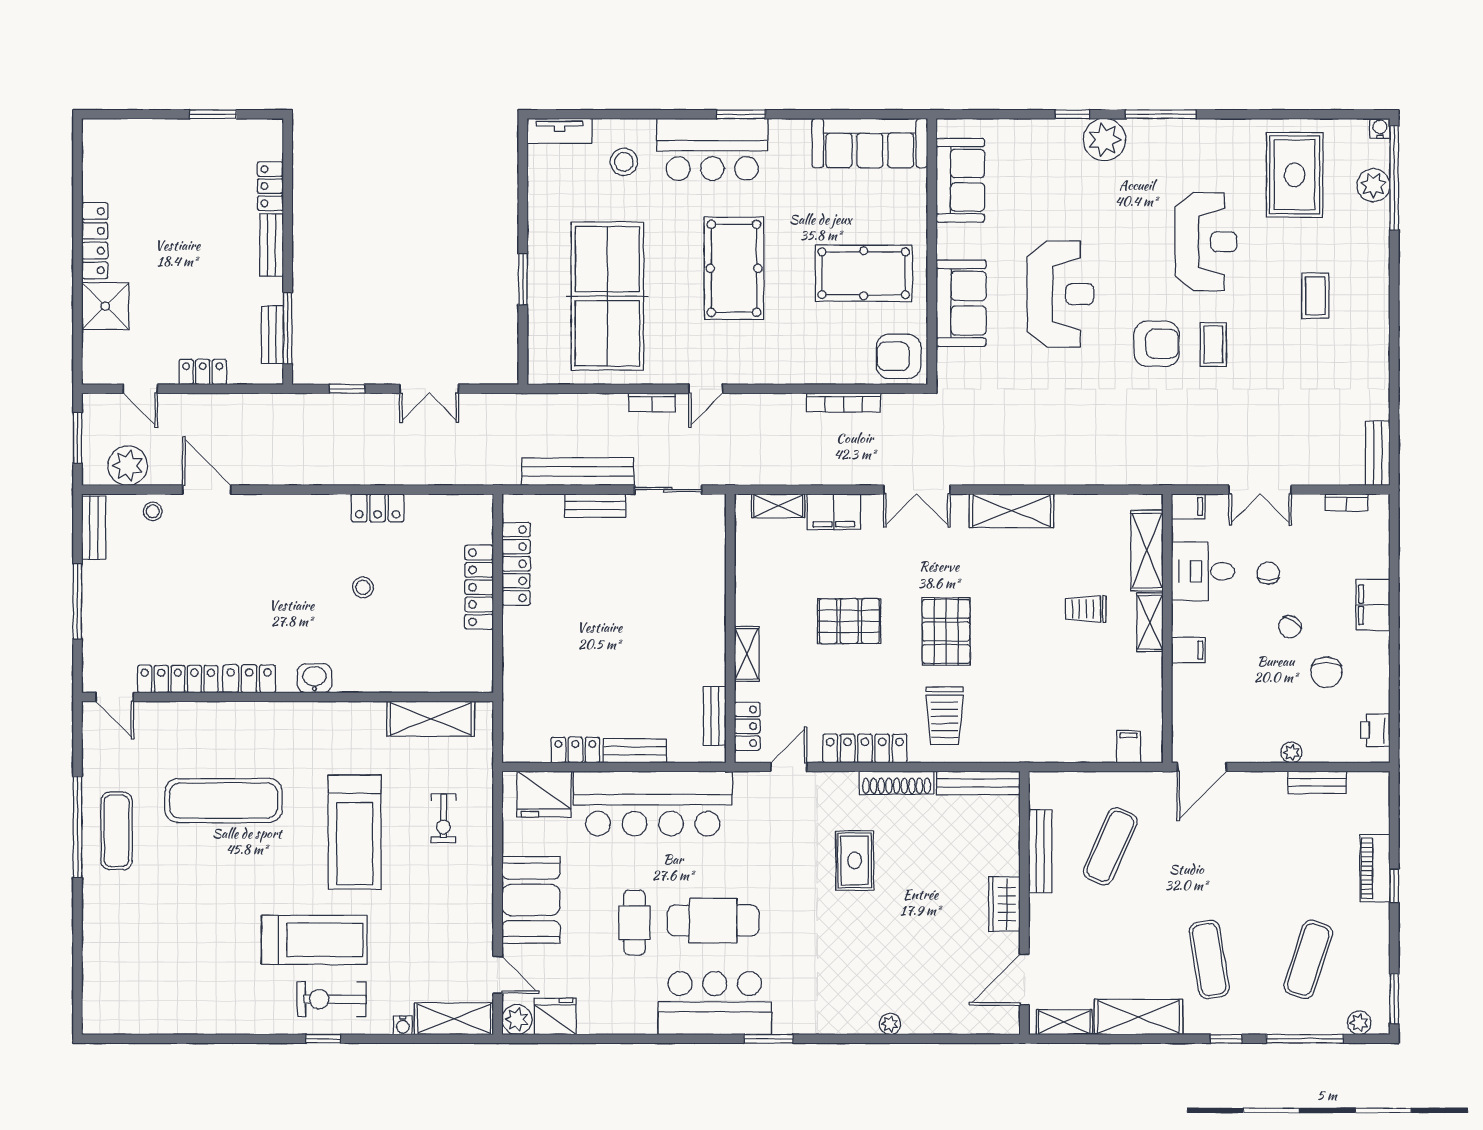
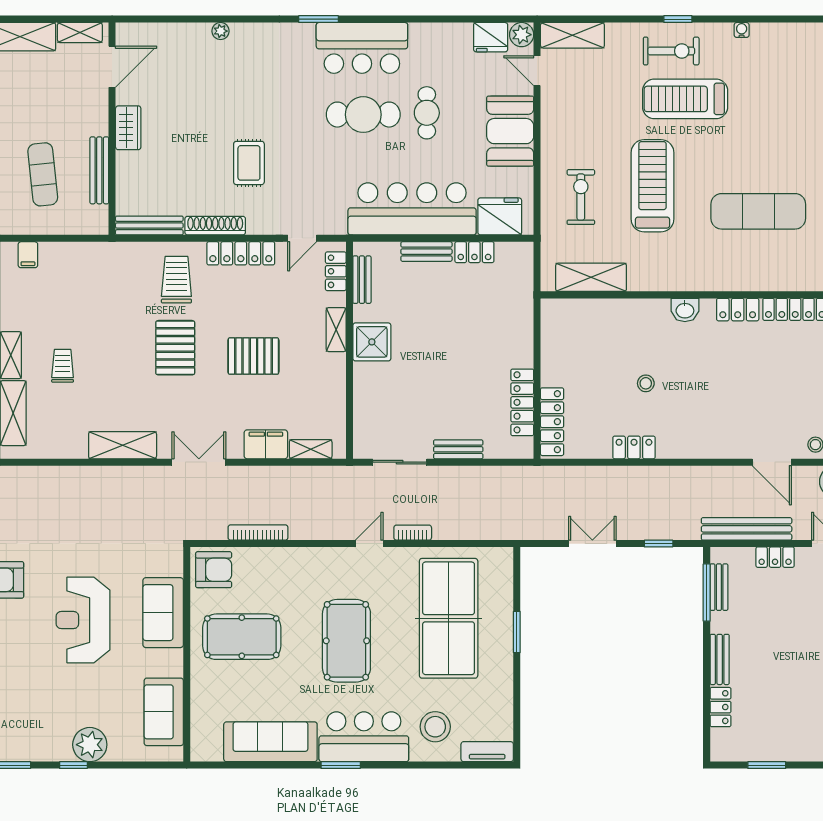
plant: (1104, 140) -> (90, 745), moved
sofa: (870, 143) -> (270, 742), moved
stool: (624, 162) -> (435, 727), width x1.38, depth x1.38
bench: (578, 472) -> (747, 529), moved
locker: (479, 587) -> (552, 422), moved
trolley: (1086, 609) -> (63, 366), turned -90
shower: (702, 639) -> (372, 342), added
exercise bike: (443, 818) -> (581, 197), width x1.38, depth x1.39
exercise mat: (1110, 846) -> (43, 174), turned -30
water cooler: (403, 1025) -> (742, 30), moved

